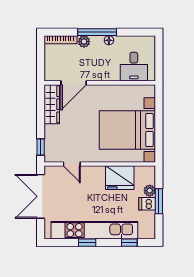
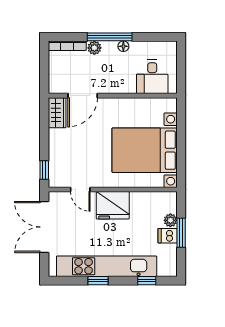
wardrobe: (52, 104) -> (57, 113), width x0.67
fridge: (120, 178) -> (113, 205), moved

